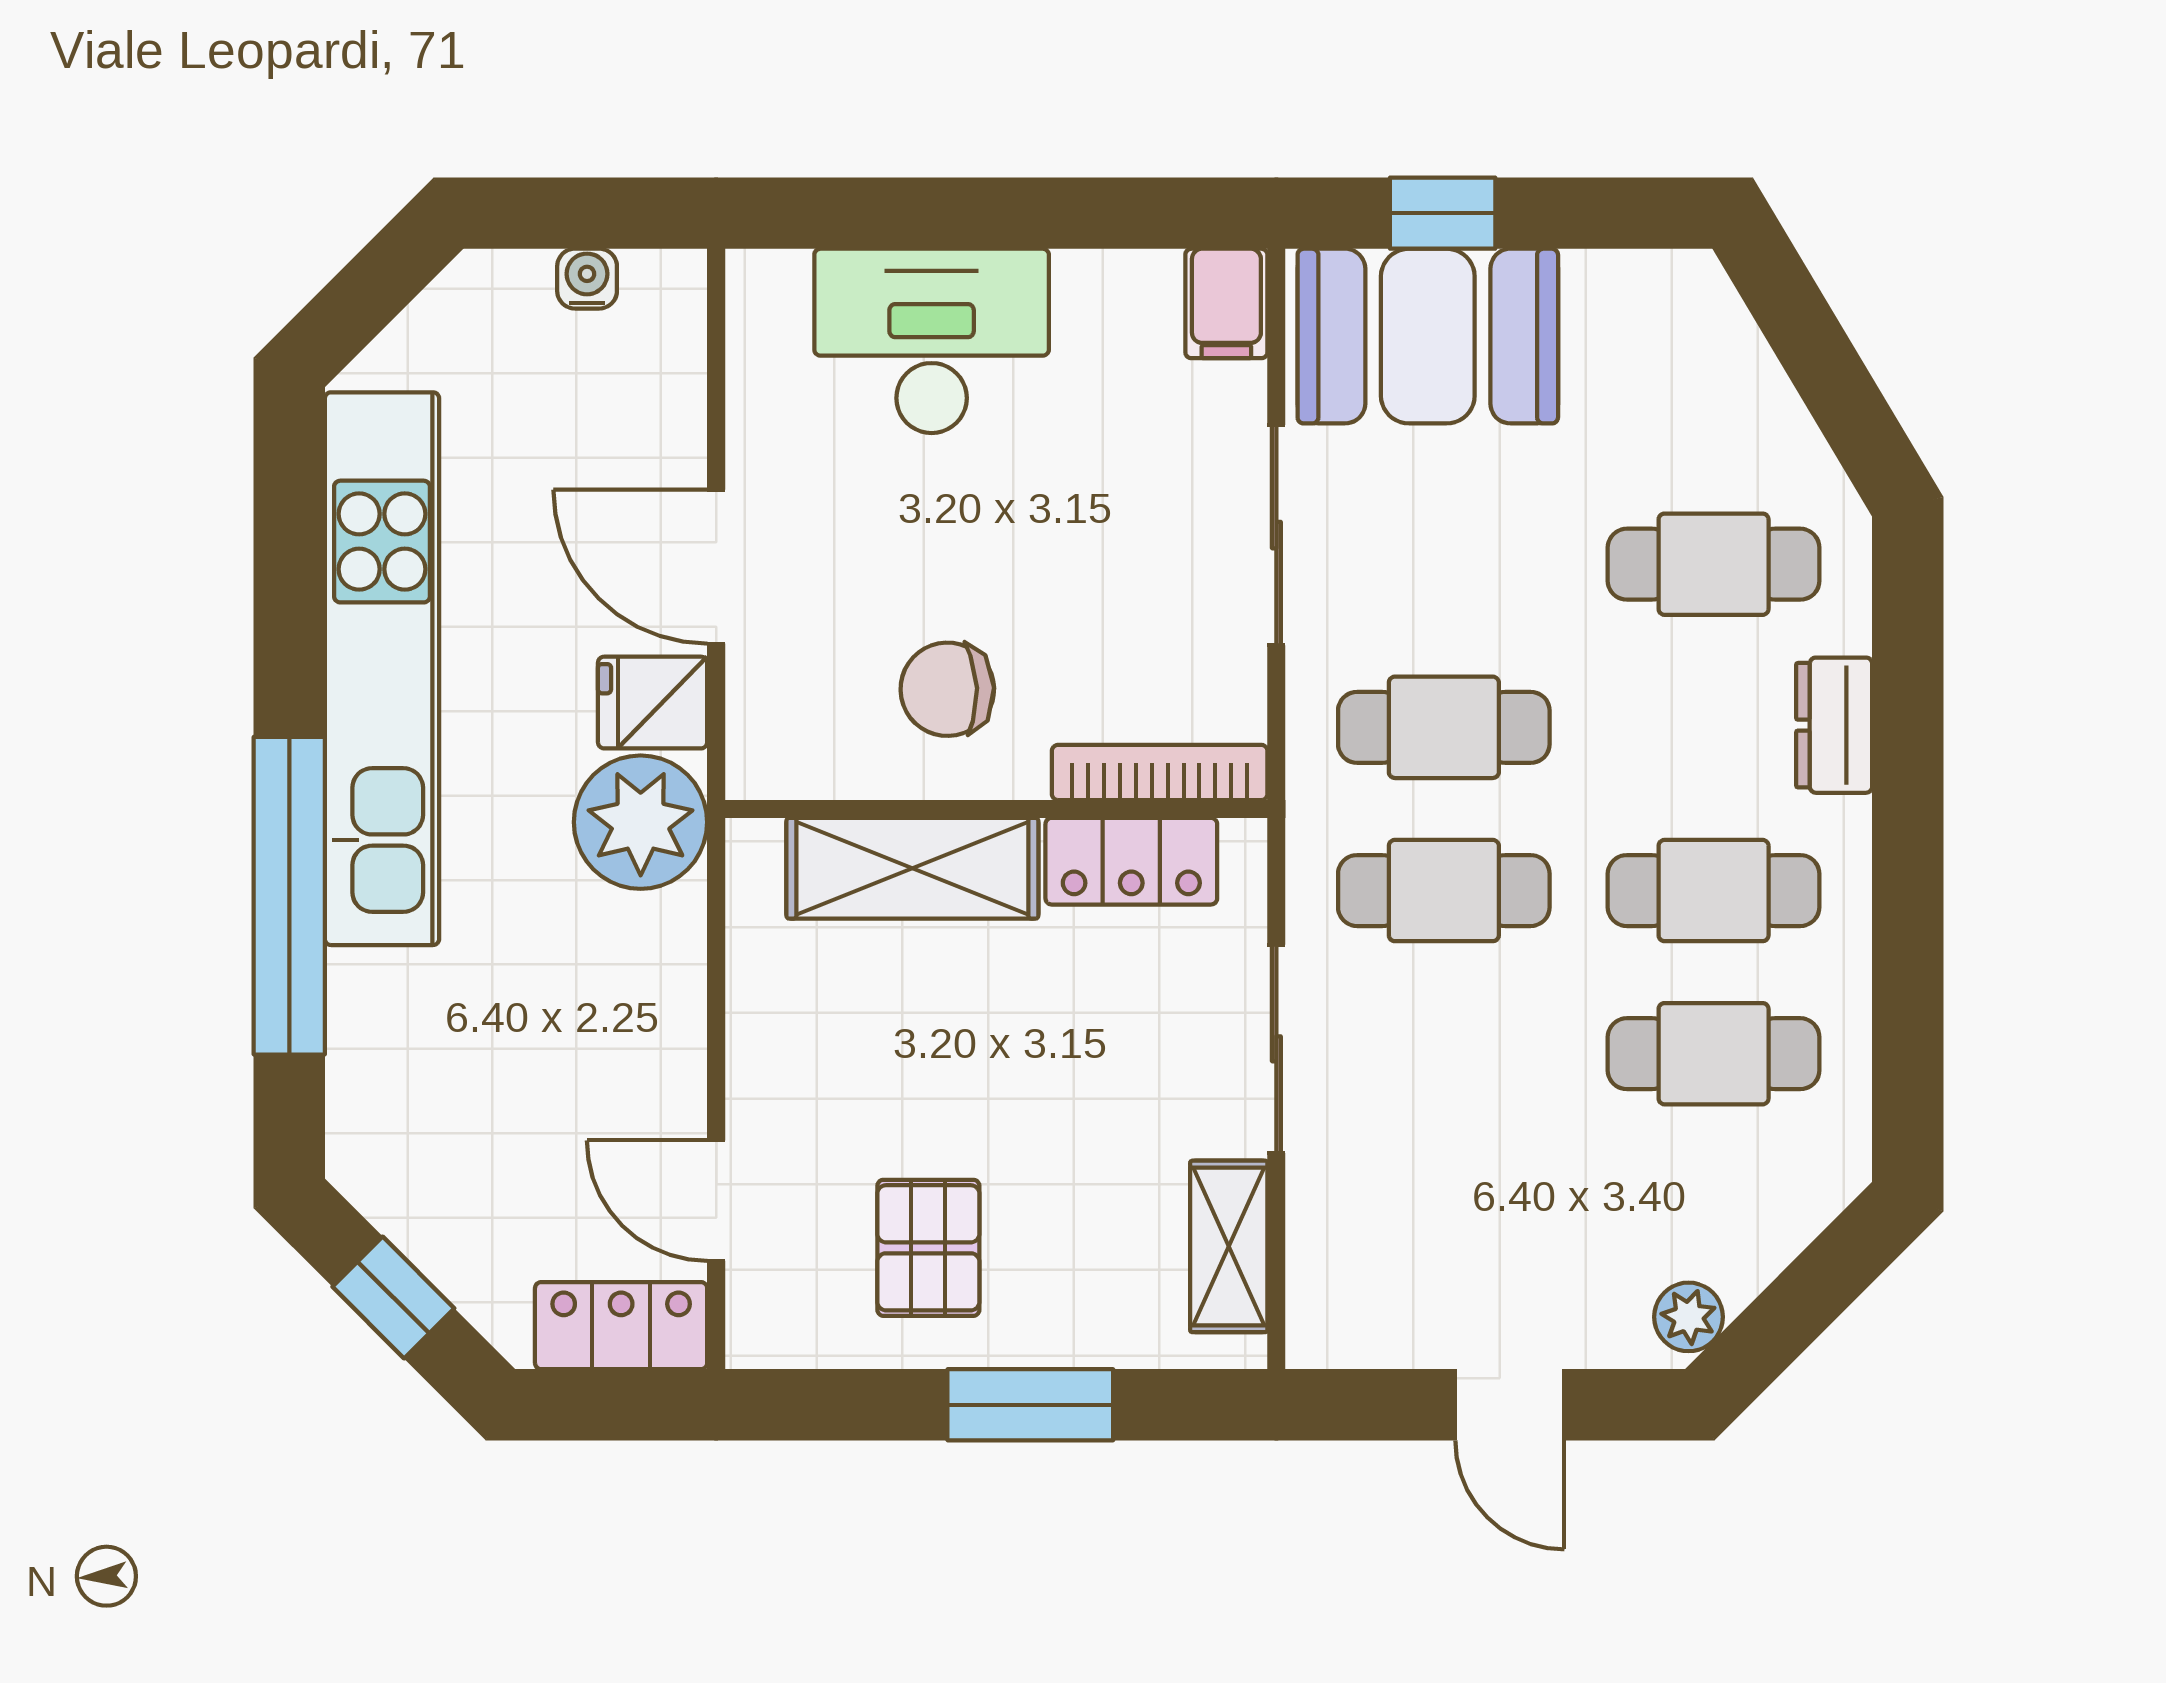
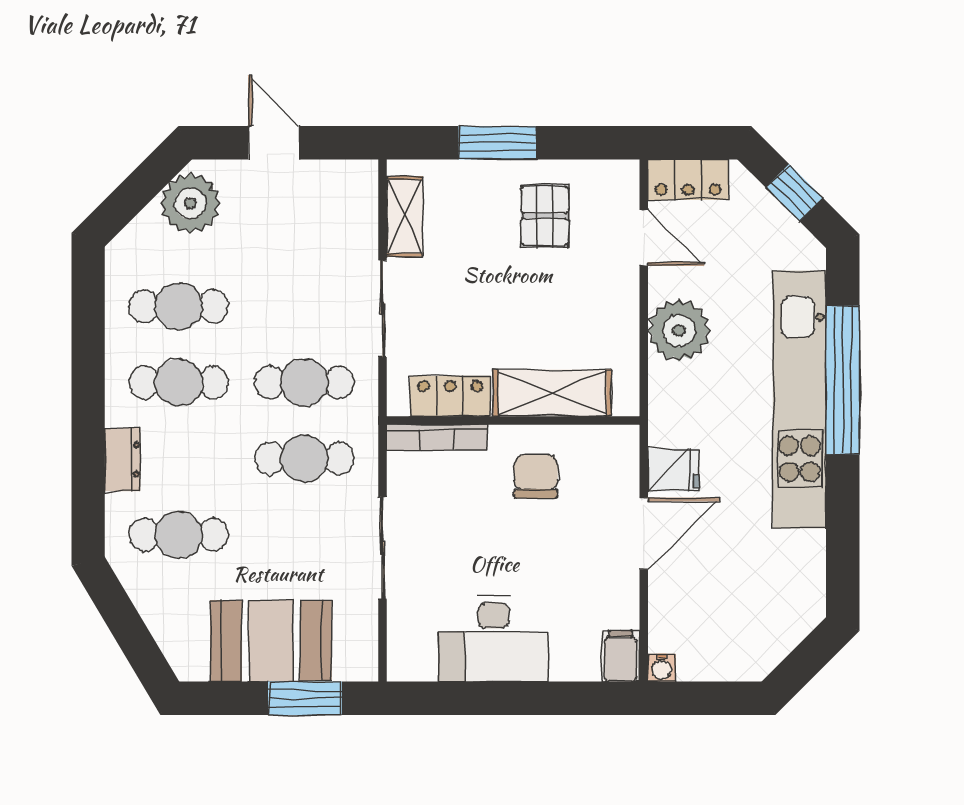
window: (1443, 213) -> (305, 698), width x1.50
water cooler: (587, 279) -> (662, 668), moved
filing cabinet: (1226, 303) -> (620, 656), moved
booth: (1428, 336) -> (271, 641), moved
desk: (932, 341) -> (493, 639), moved
door: (716, 567) -> (644, 533), hinge flipped
kitchen unit: (382, 669) -> (800, 399), moved
chair: (947, 689) -> (536, 476), turned -88
plant: (641, 822) -> (679, 331), moved
plant: (1689, 1317) -> (190, 203), width x1.88, depth x1.88

